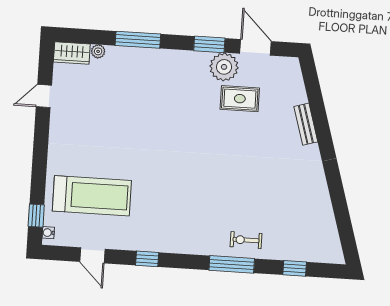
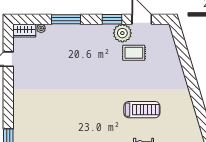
bench: (306, 124) -> (177, 66), removed
treadmill: (92, 196) -> (142, 110), moved, width x0.73, depth x0.73

